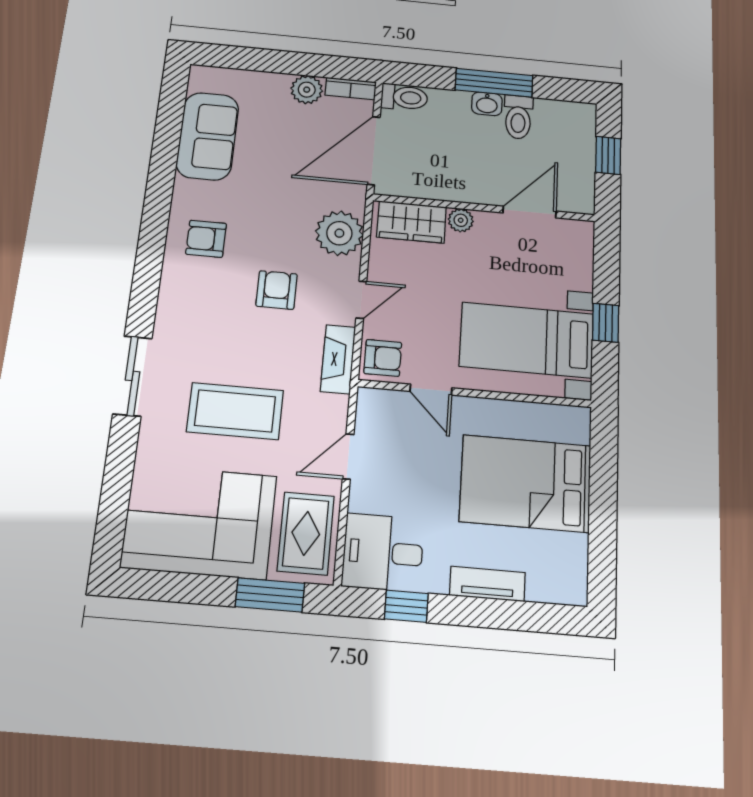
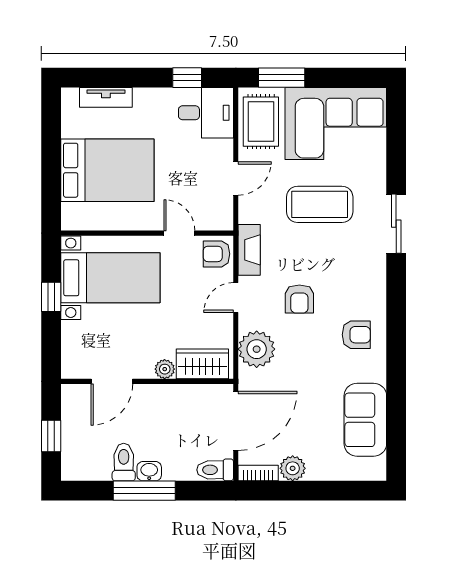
tv unit: (487, 584) -> (106, 97), moved

